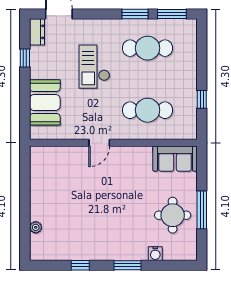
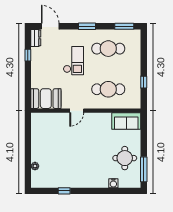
window: (135, 14) -> (87, 26), moved
checkout: (94, 67) -> (73, 61), turned 180
booth: (45, 102) -> (46, 99), moved, turned 90
window: (202, 210) -> (144, 169), moved
window: (128, 265) -> (95, 191), removed

